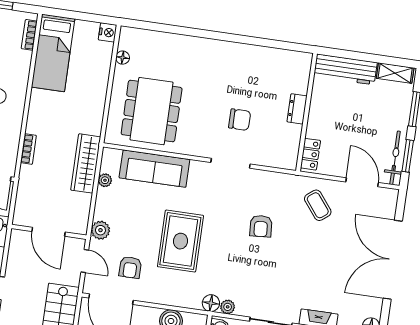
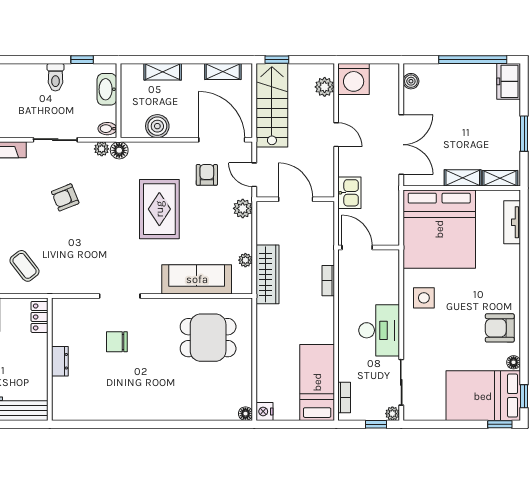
floor lamp: (123, 58) -> (245, 414), moved
dining table: (152, 111) -> (208, 338), width x0.73
armchair: (261, 226) -> (65, 197), moved, turned -108

